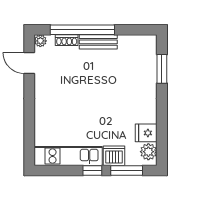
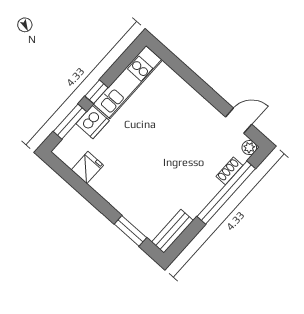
bench: (98, 42) -> (172, 231), moved
plant: (148, 152) -> (69, 155), removed

